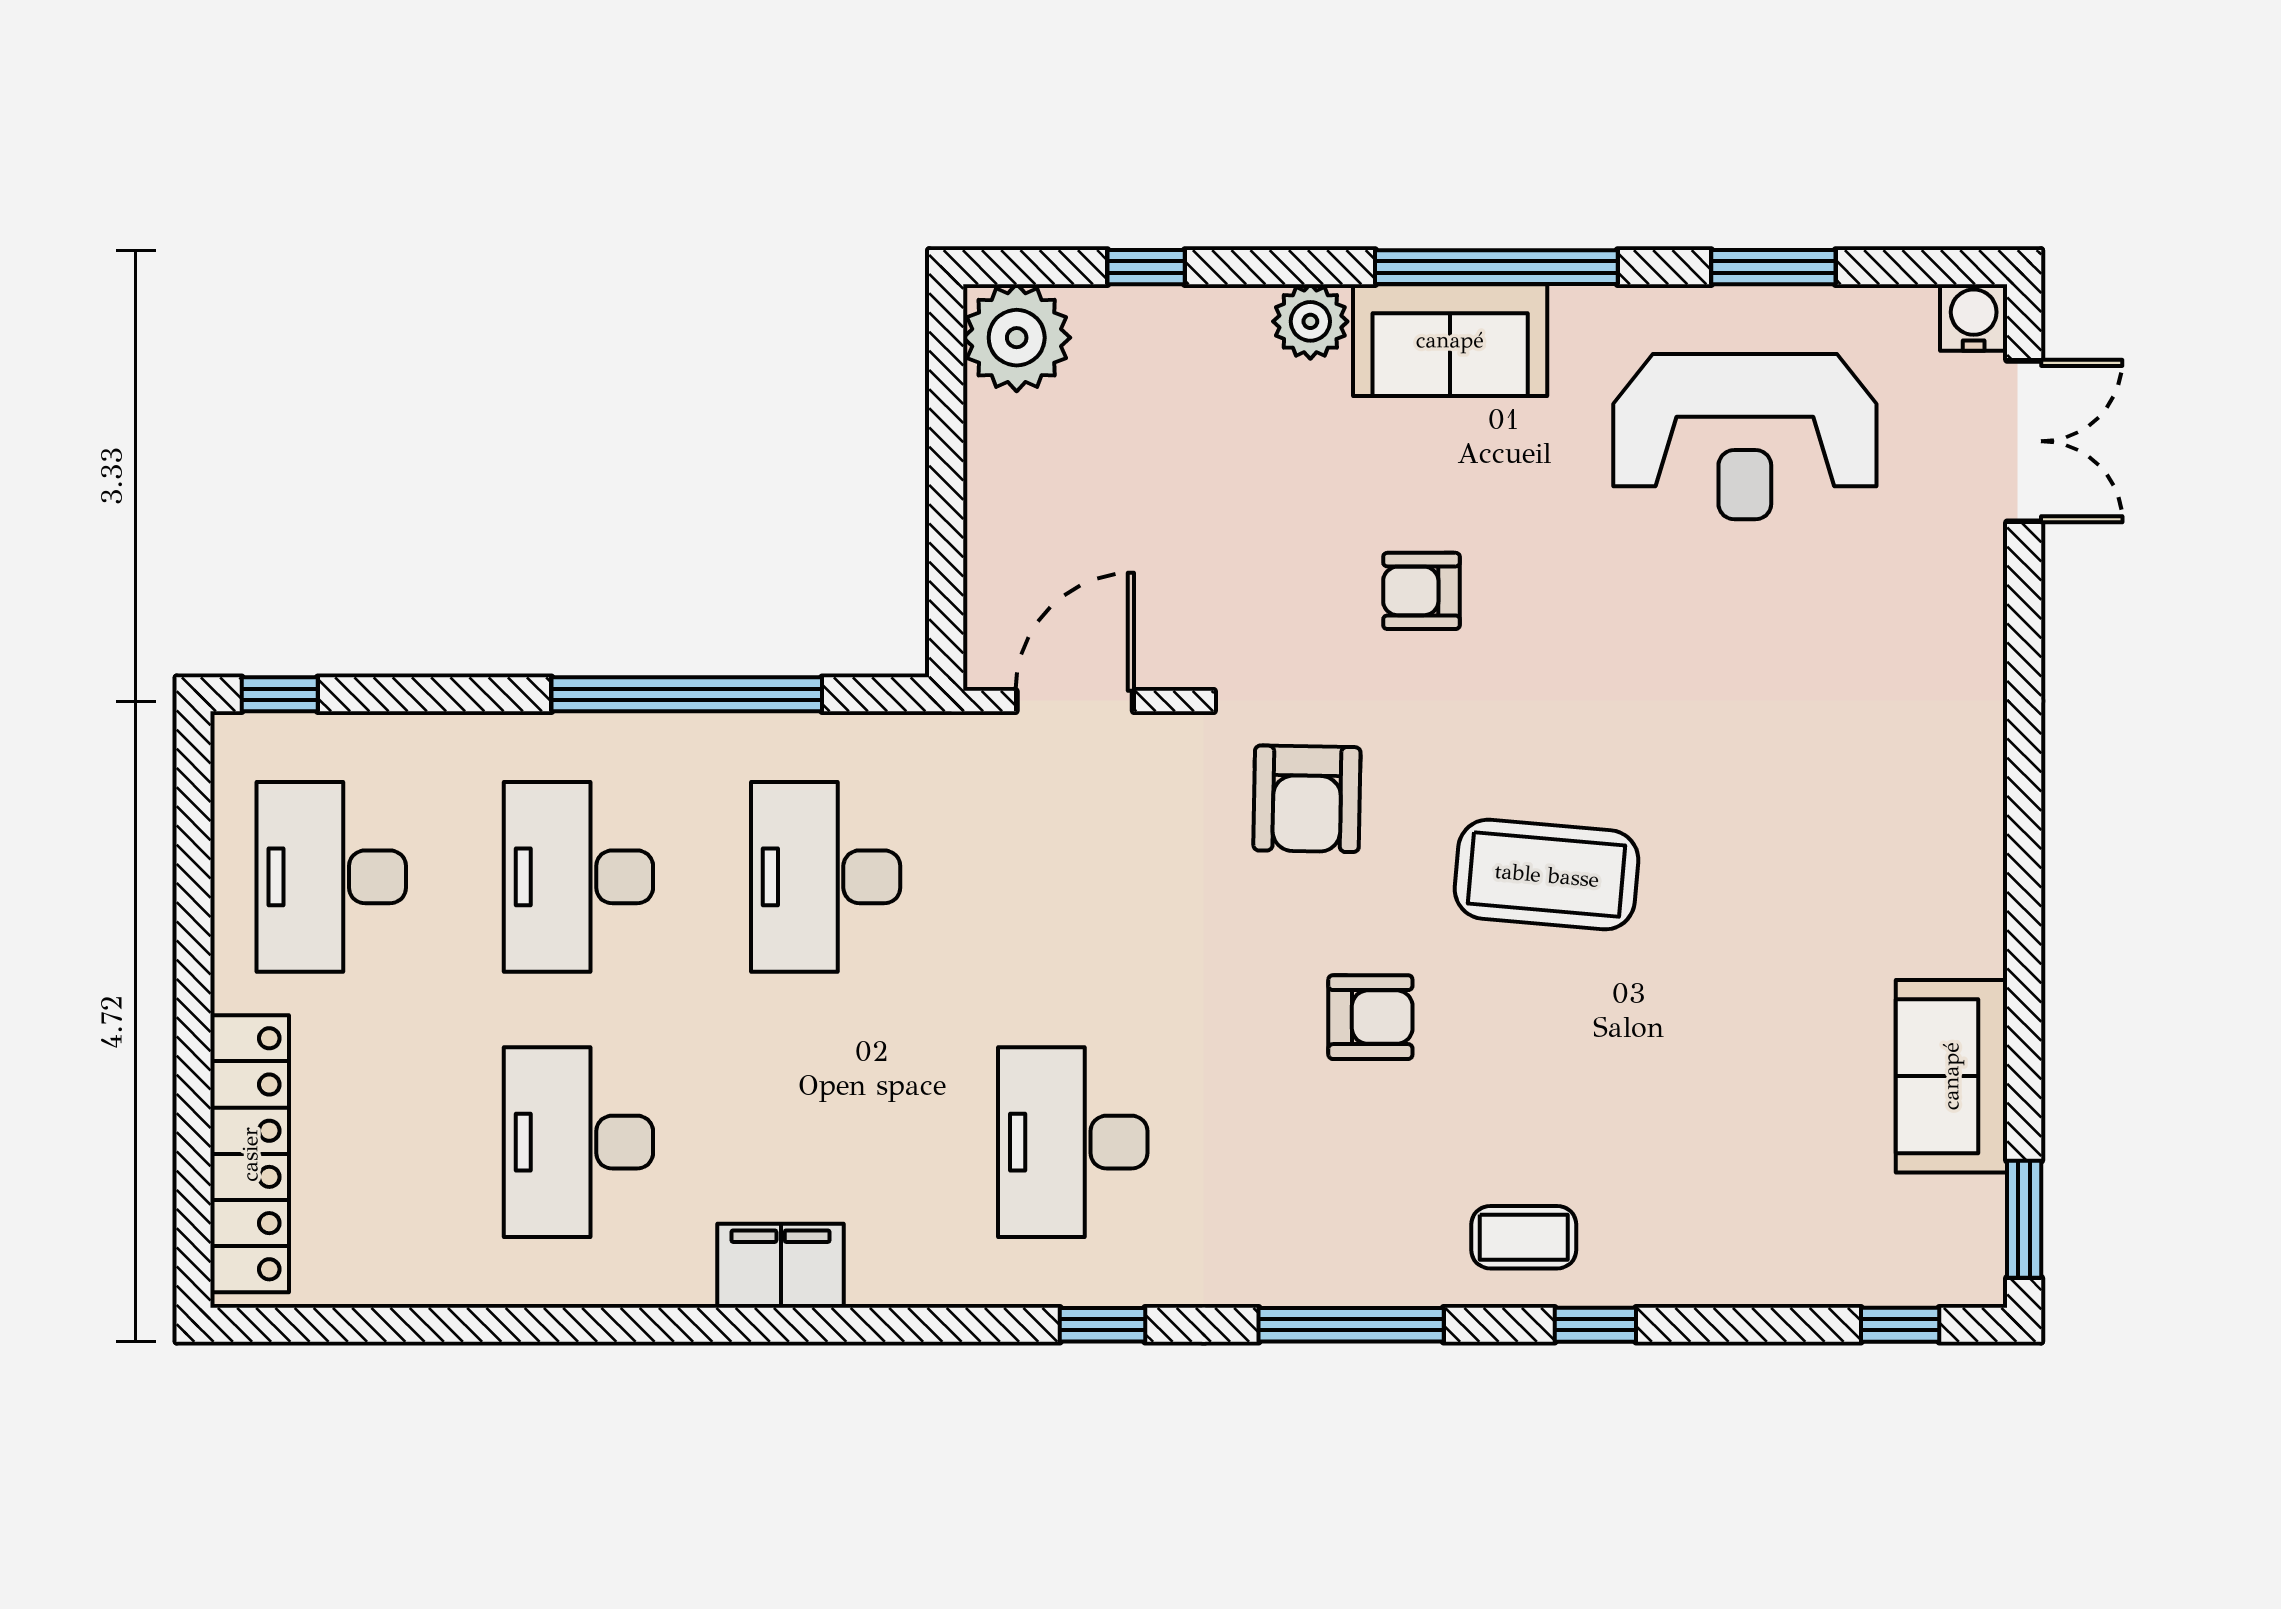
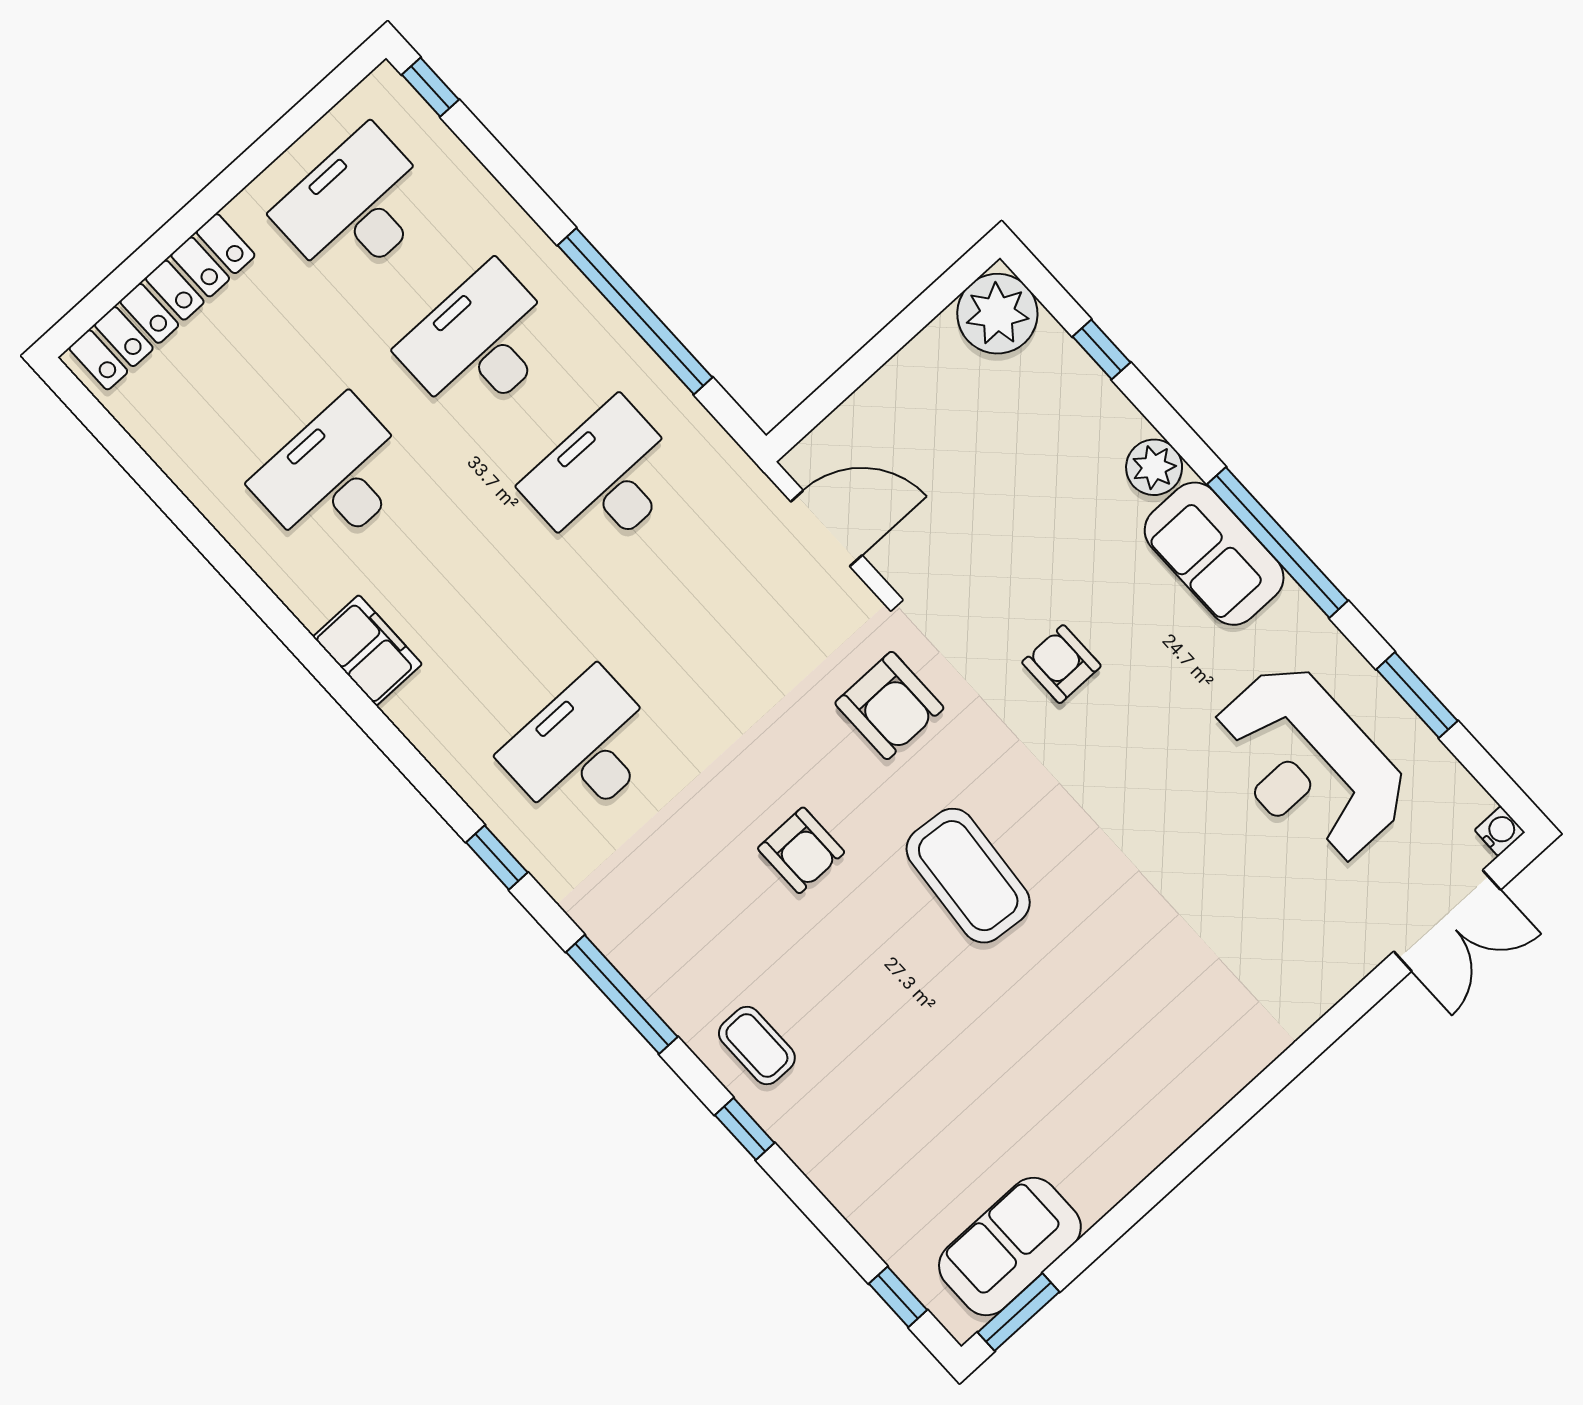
water cooler: (1974, 317) -> (1500, 831), width x0.72, depth x0.72
armchair: (1307, 799) -> (889, 706), turned -91
sofa: (1951, 1076) -> (1010, 1247), moved

